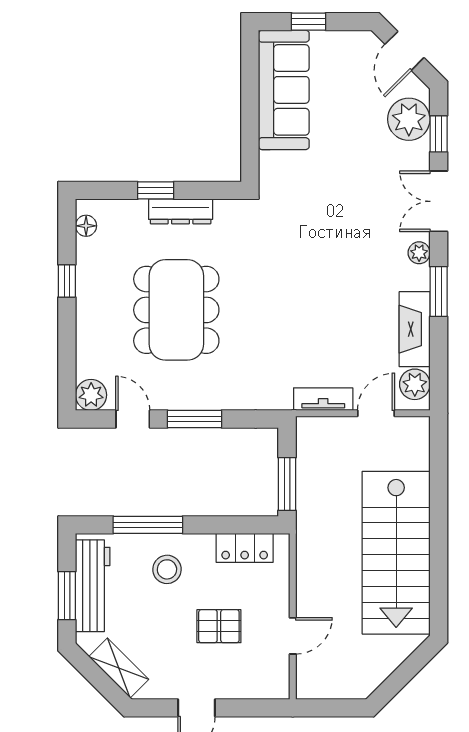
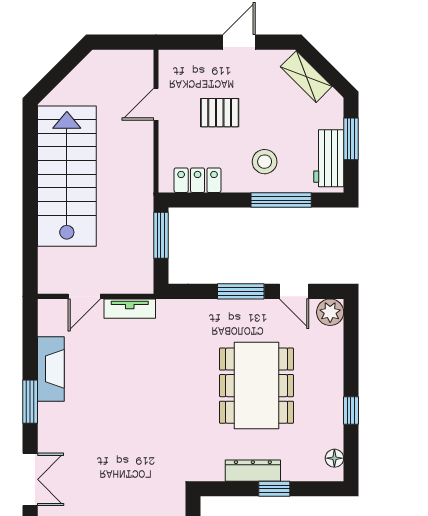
plant: (419, 253) -> (47, 435), removed
plant: (415, 384) -> (51, 321), removed
workbench: (93, 586) -> (329, 158), width x0.73

